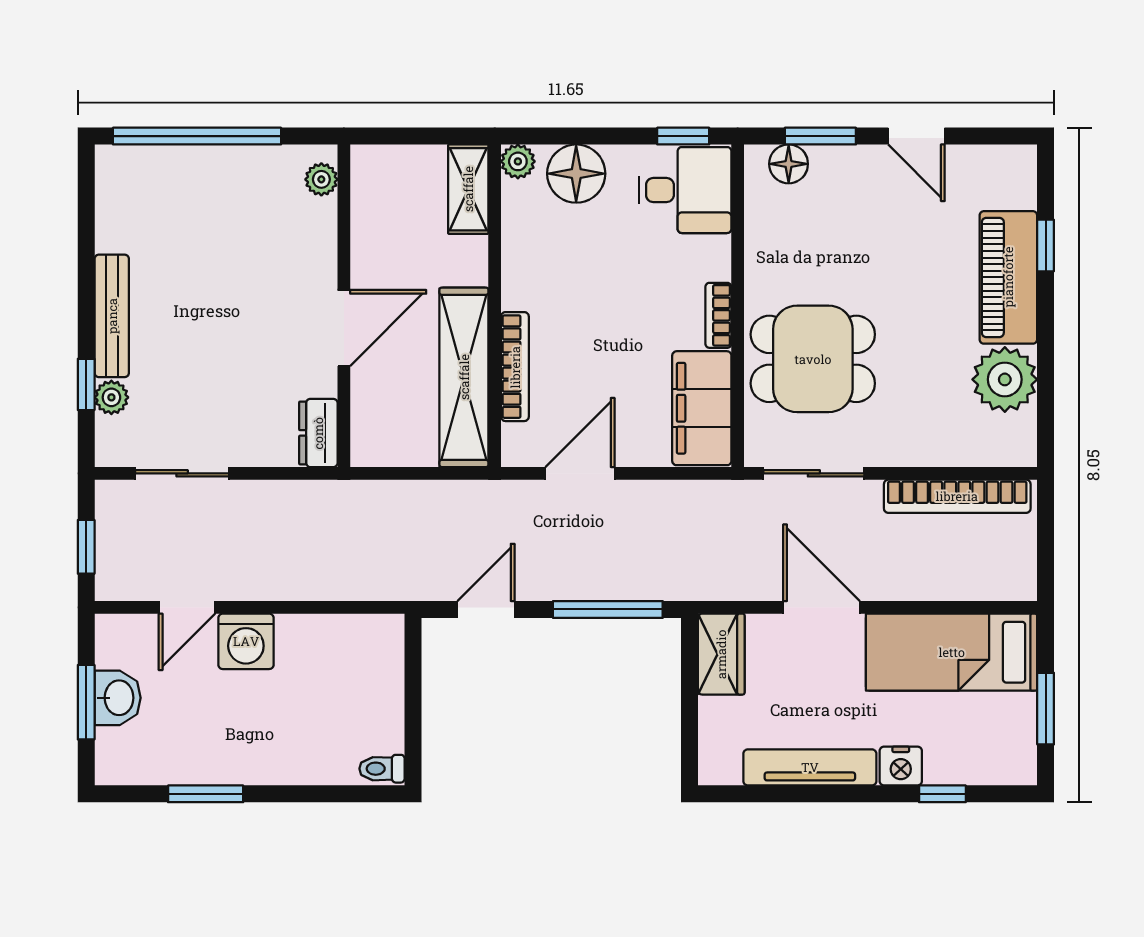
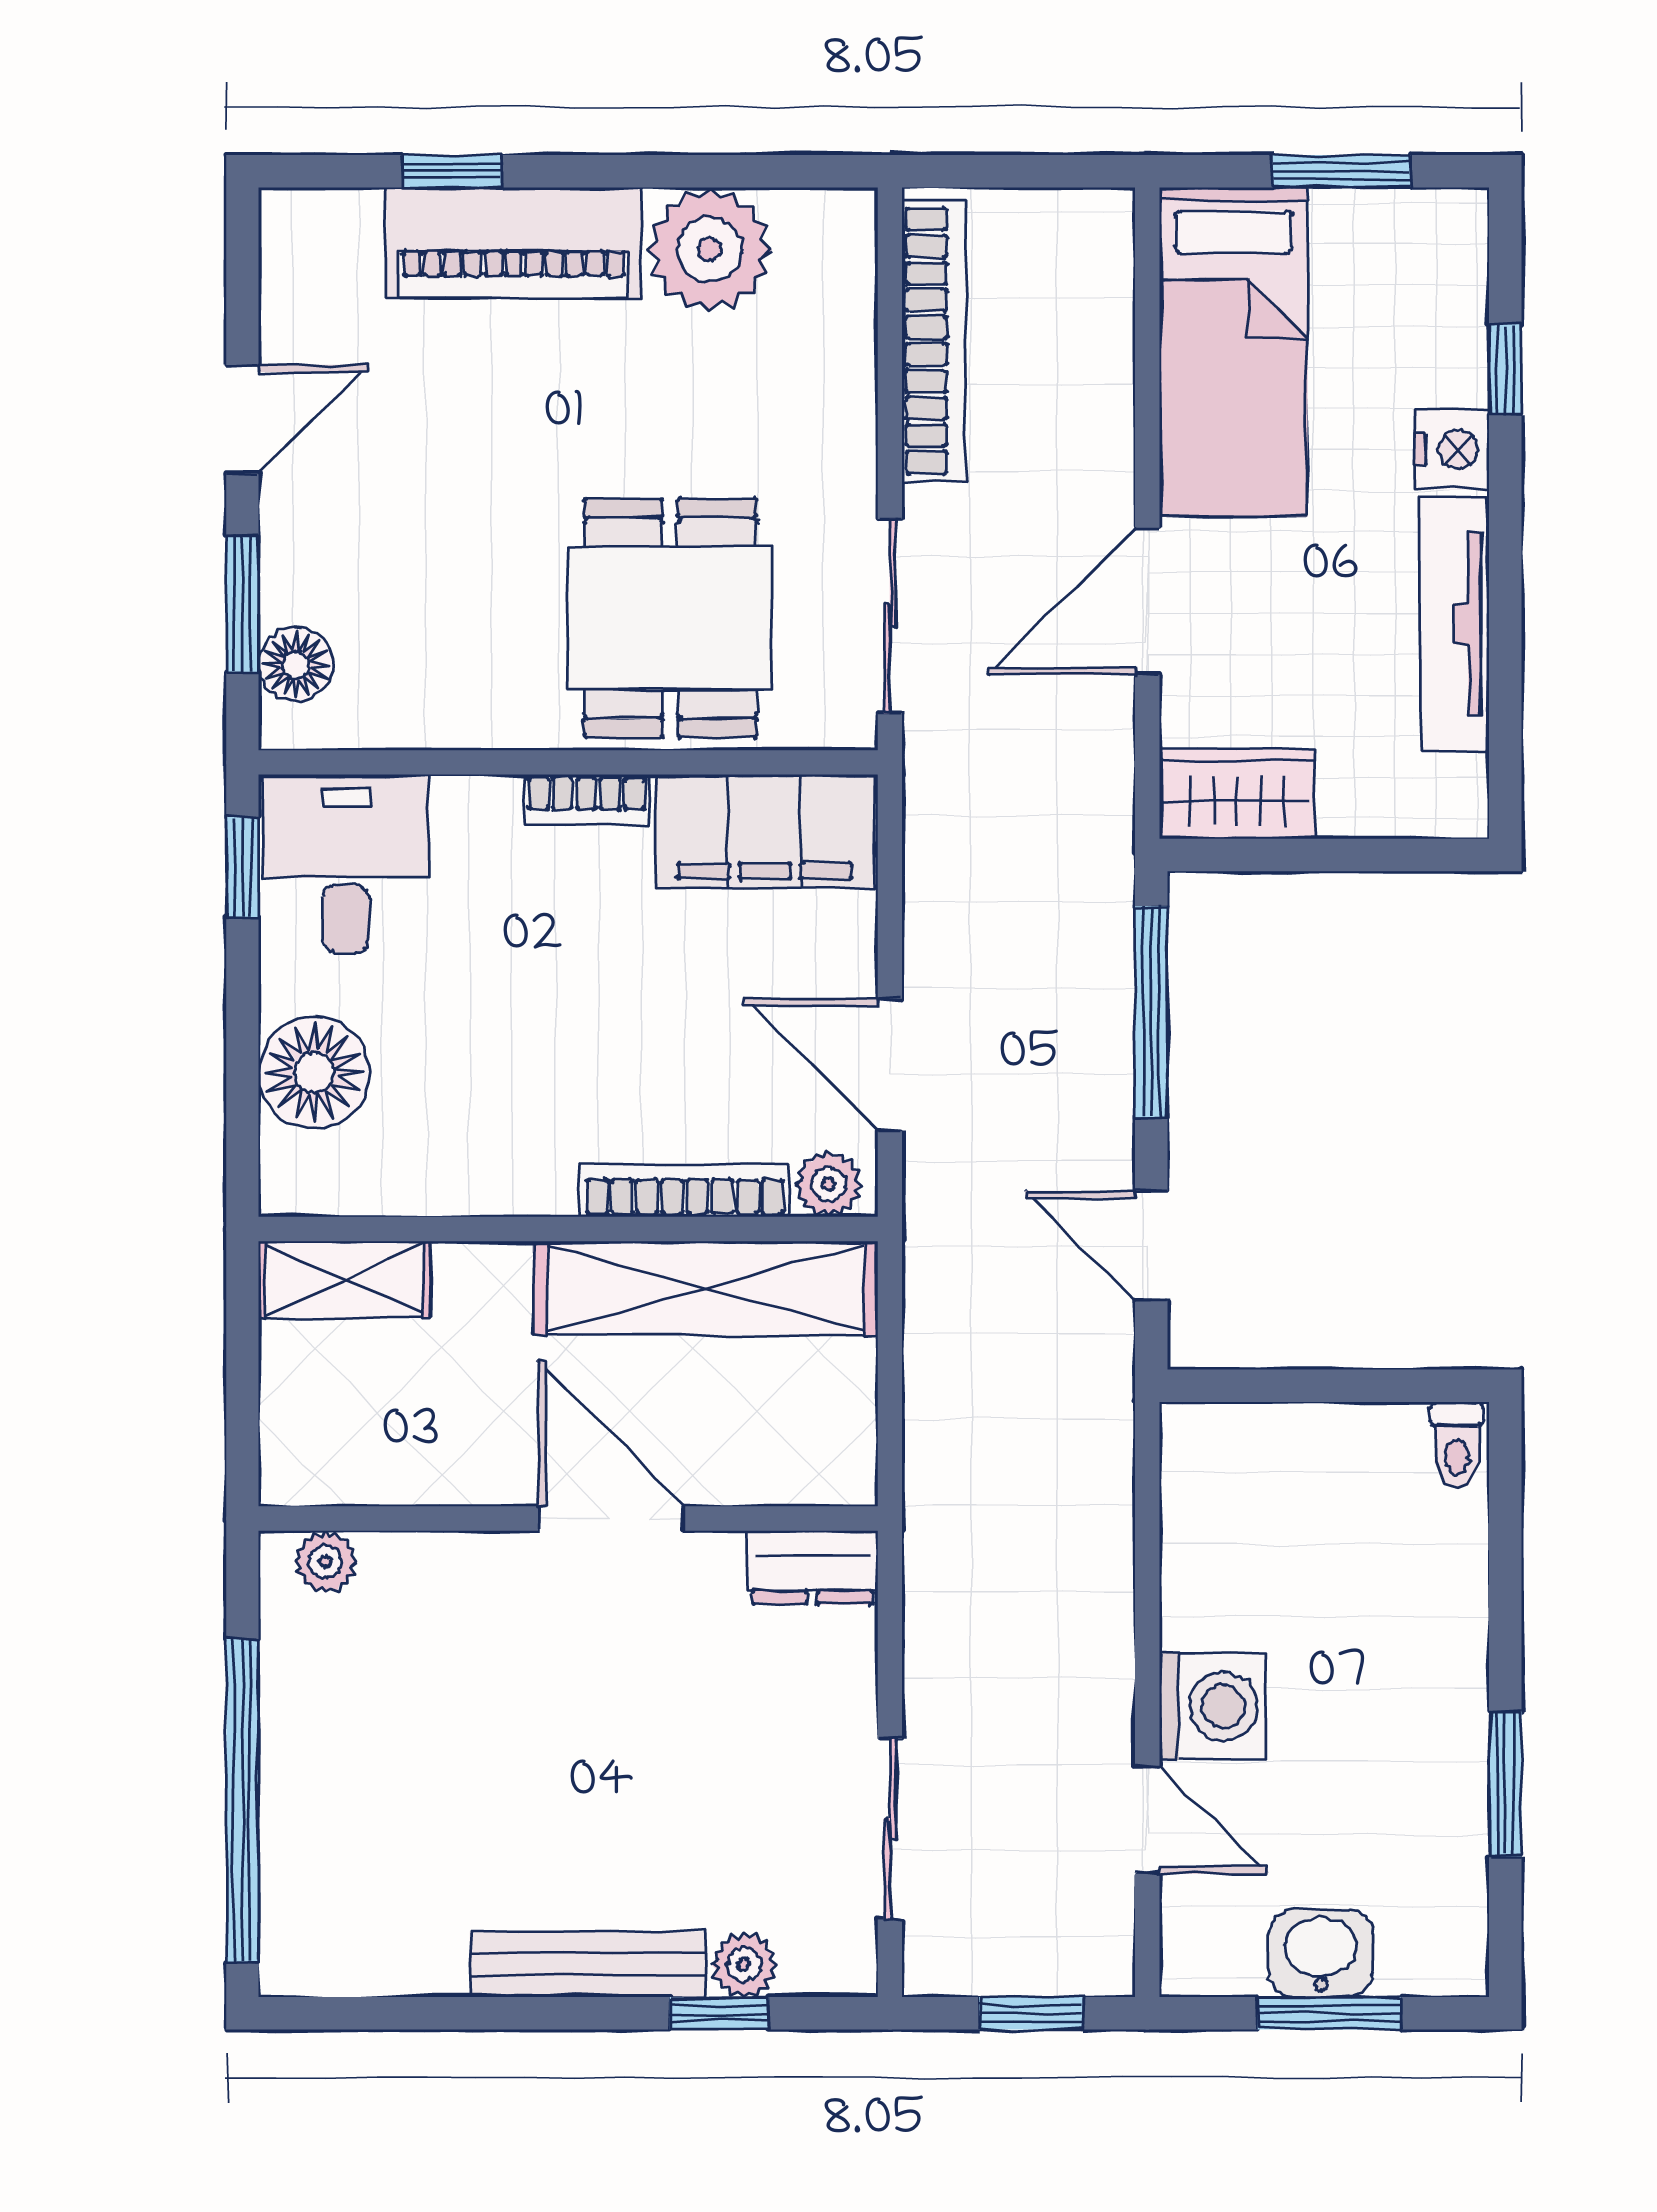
plant: (518, 161) -> (828, 1184), moved

